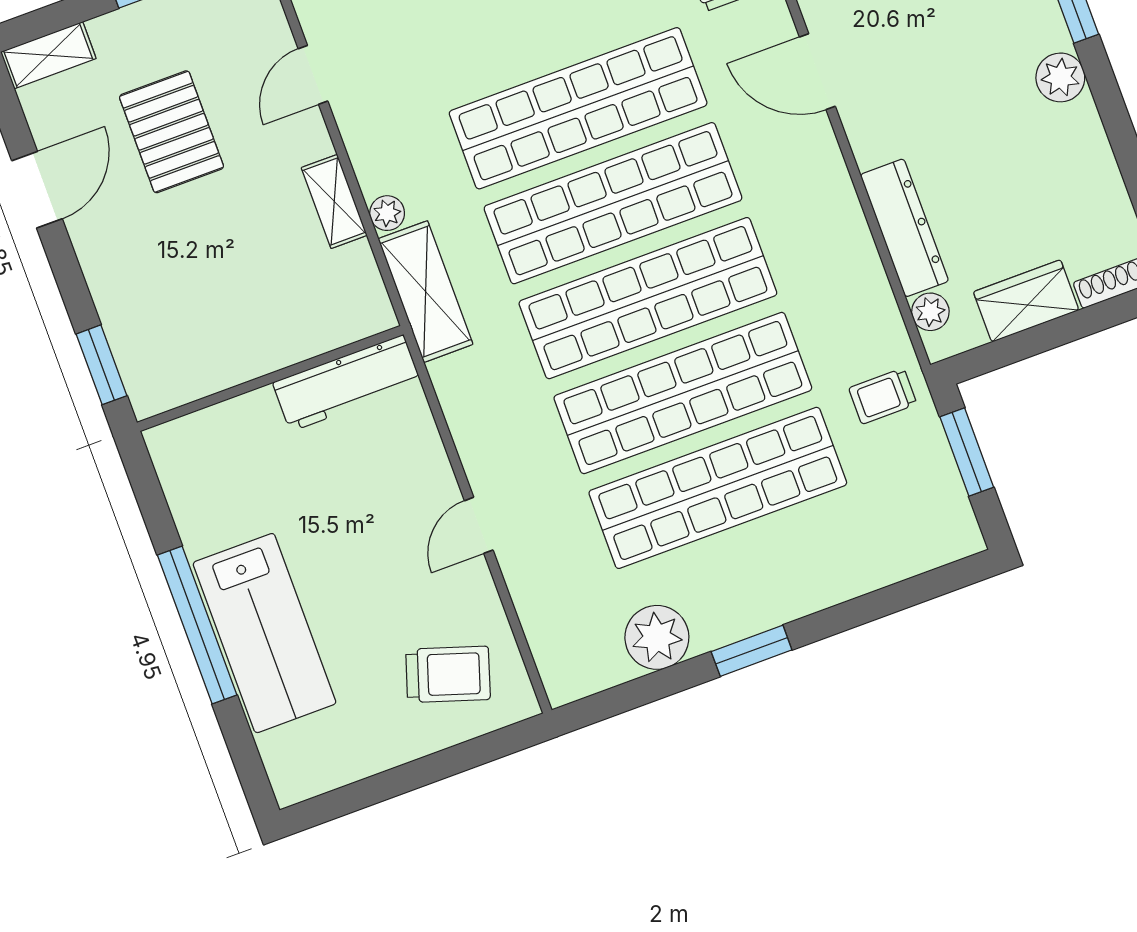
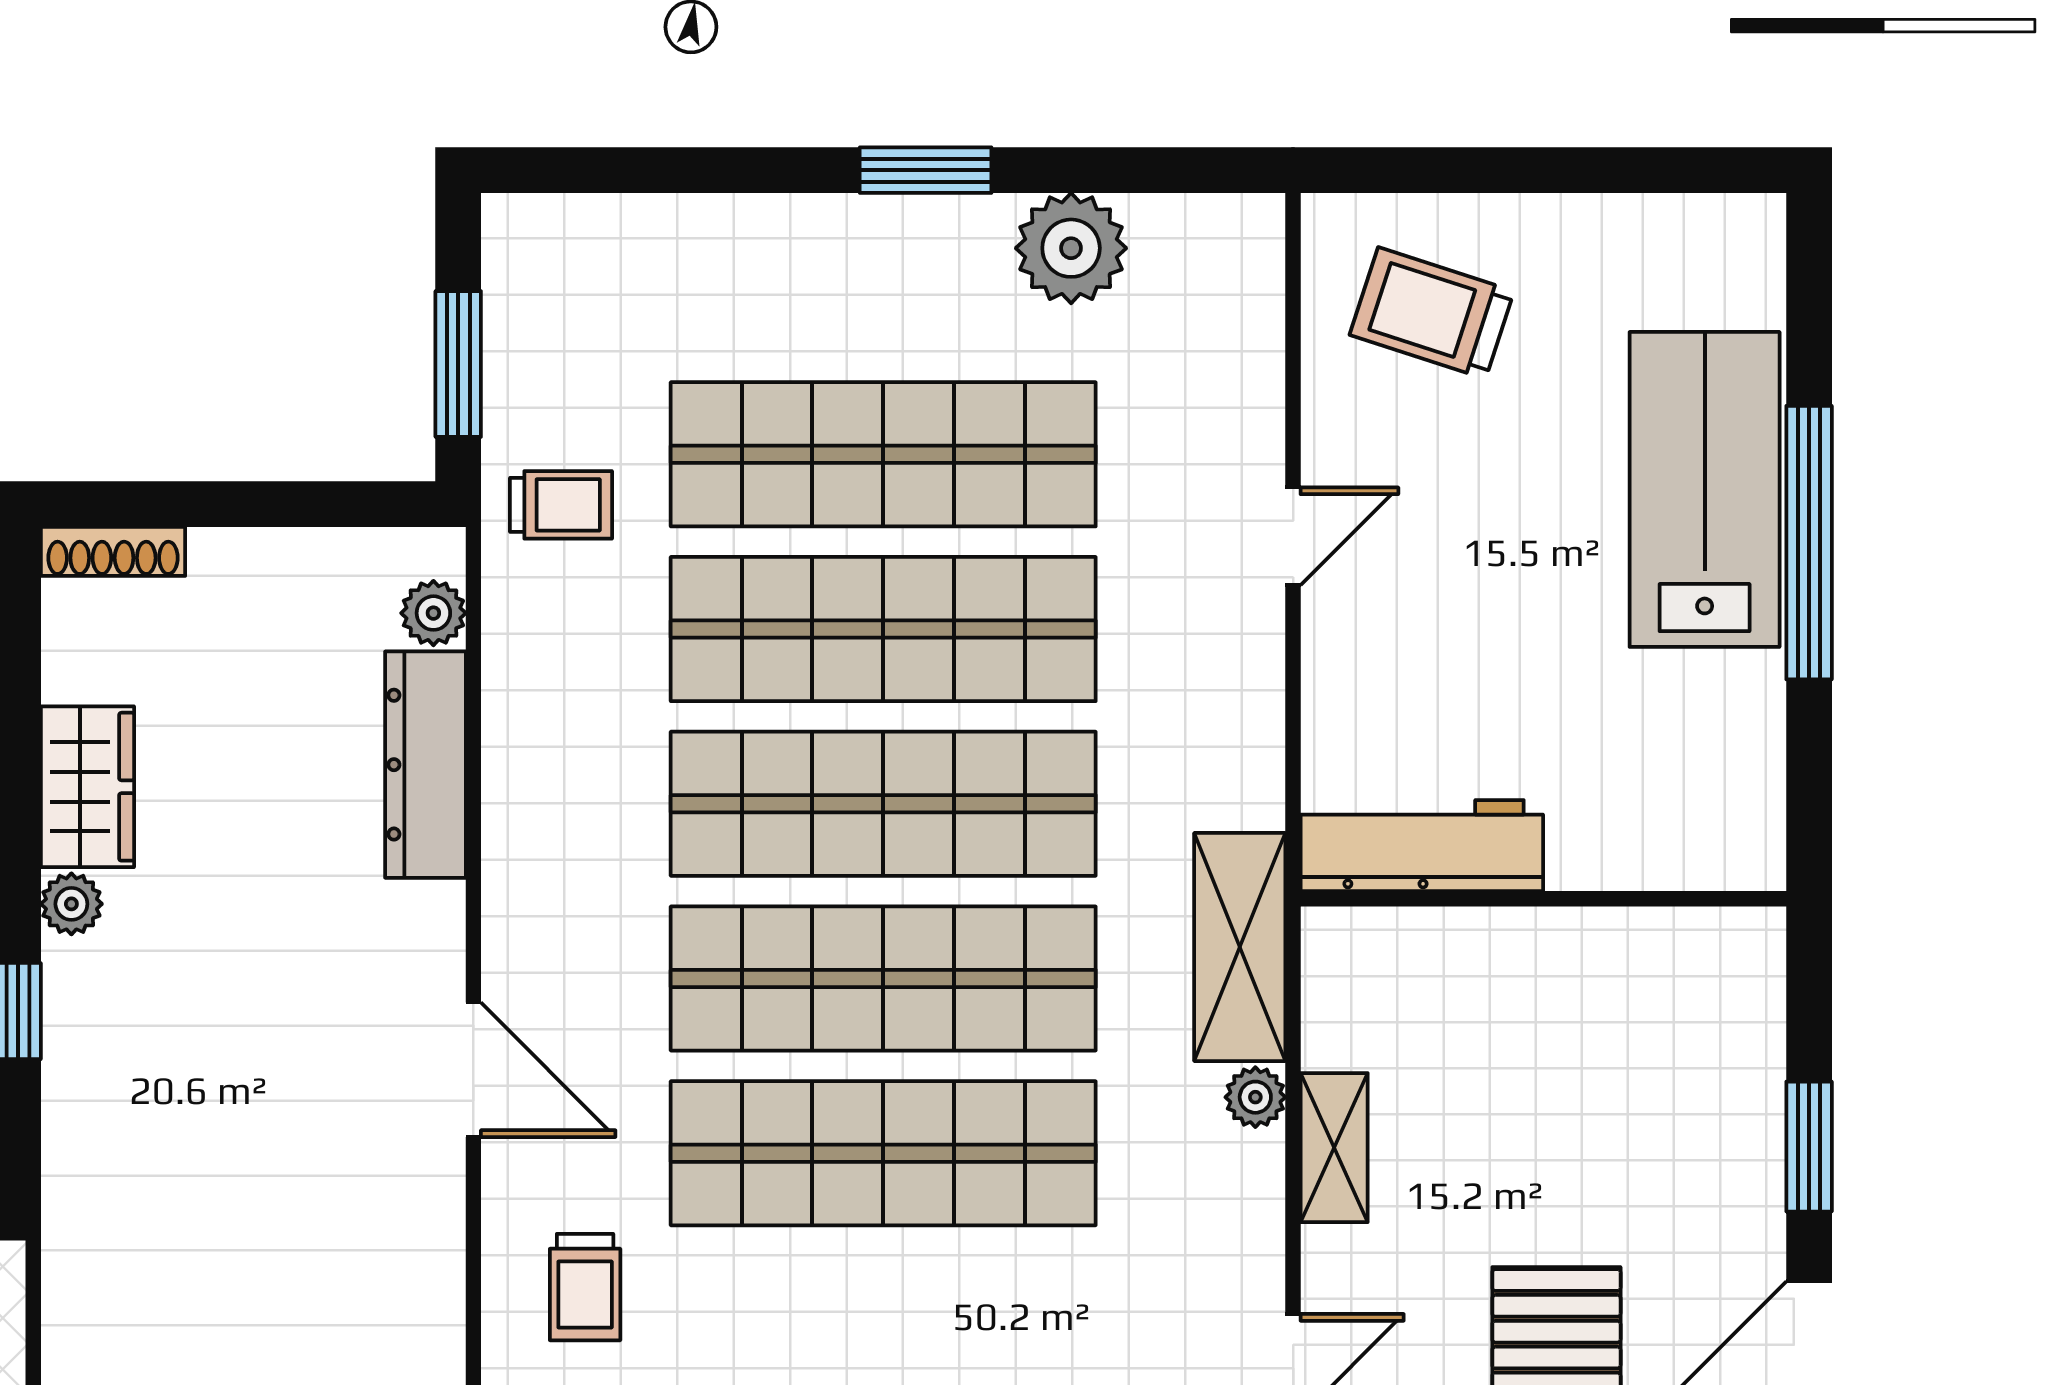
plant: (1060, 77) -> (71, 904), width x0.73, depth x0.73
wardrobe: (1026, 301) -> (87, 787), moved, turned -90
window: (101, 365) -> (1809, 1147), moved

